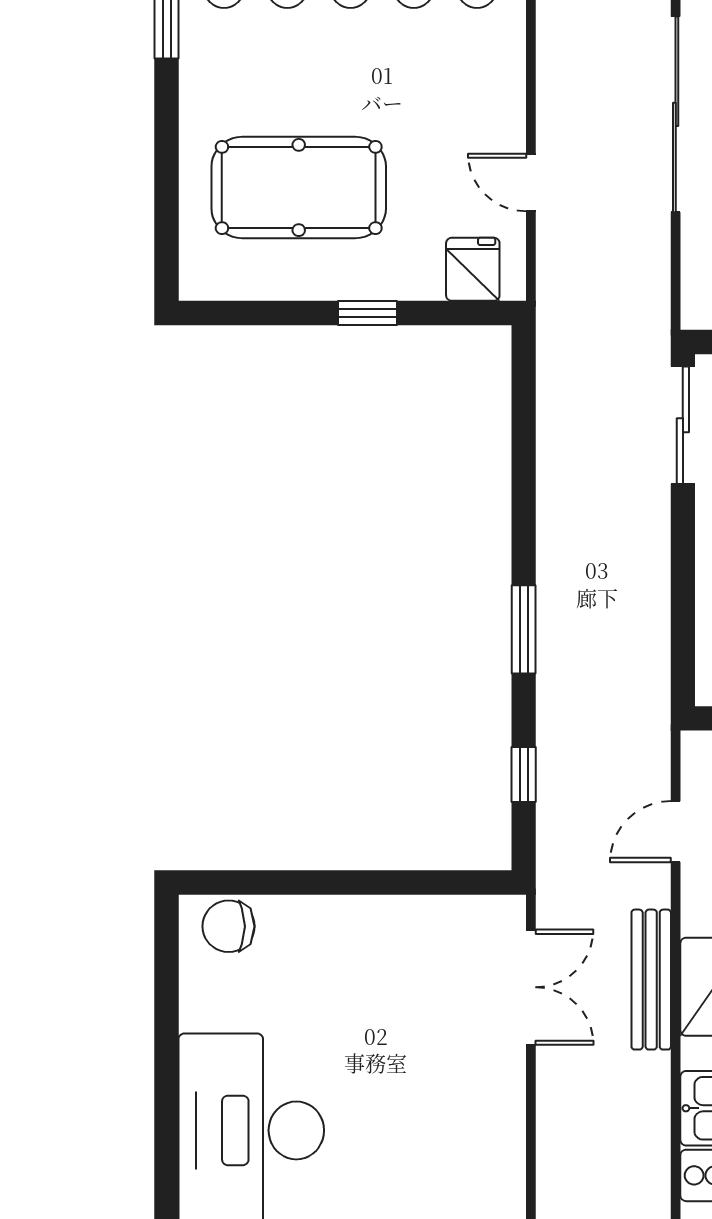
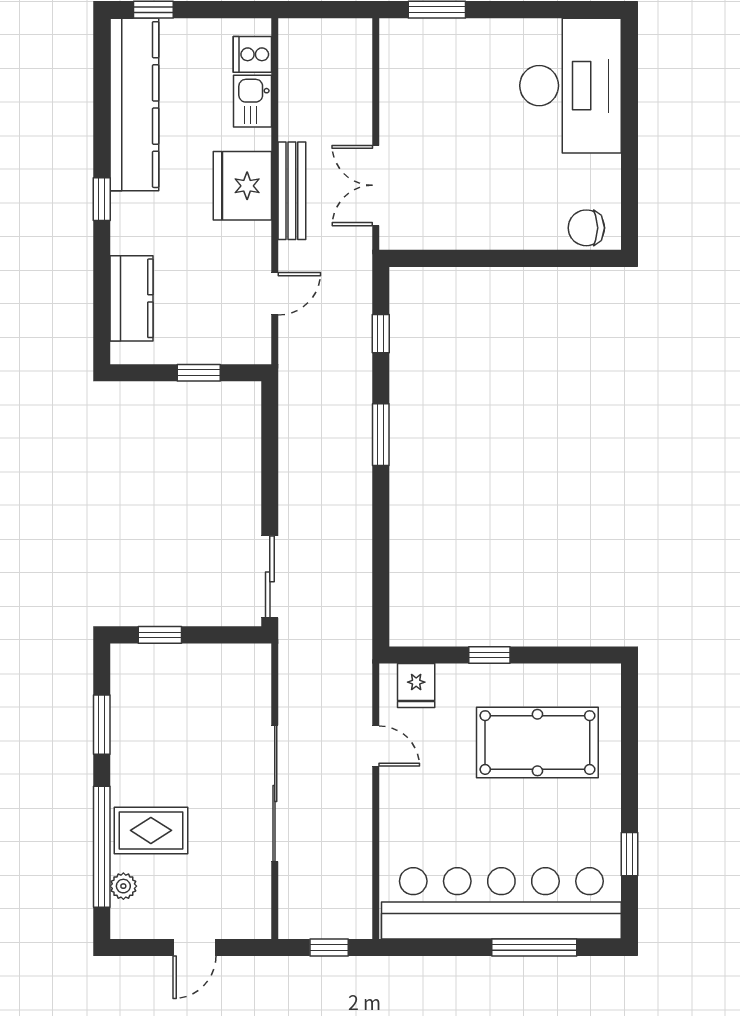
chair: (229, 926) -> (586, 228), turned 180

